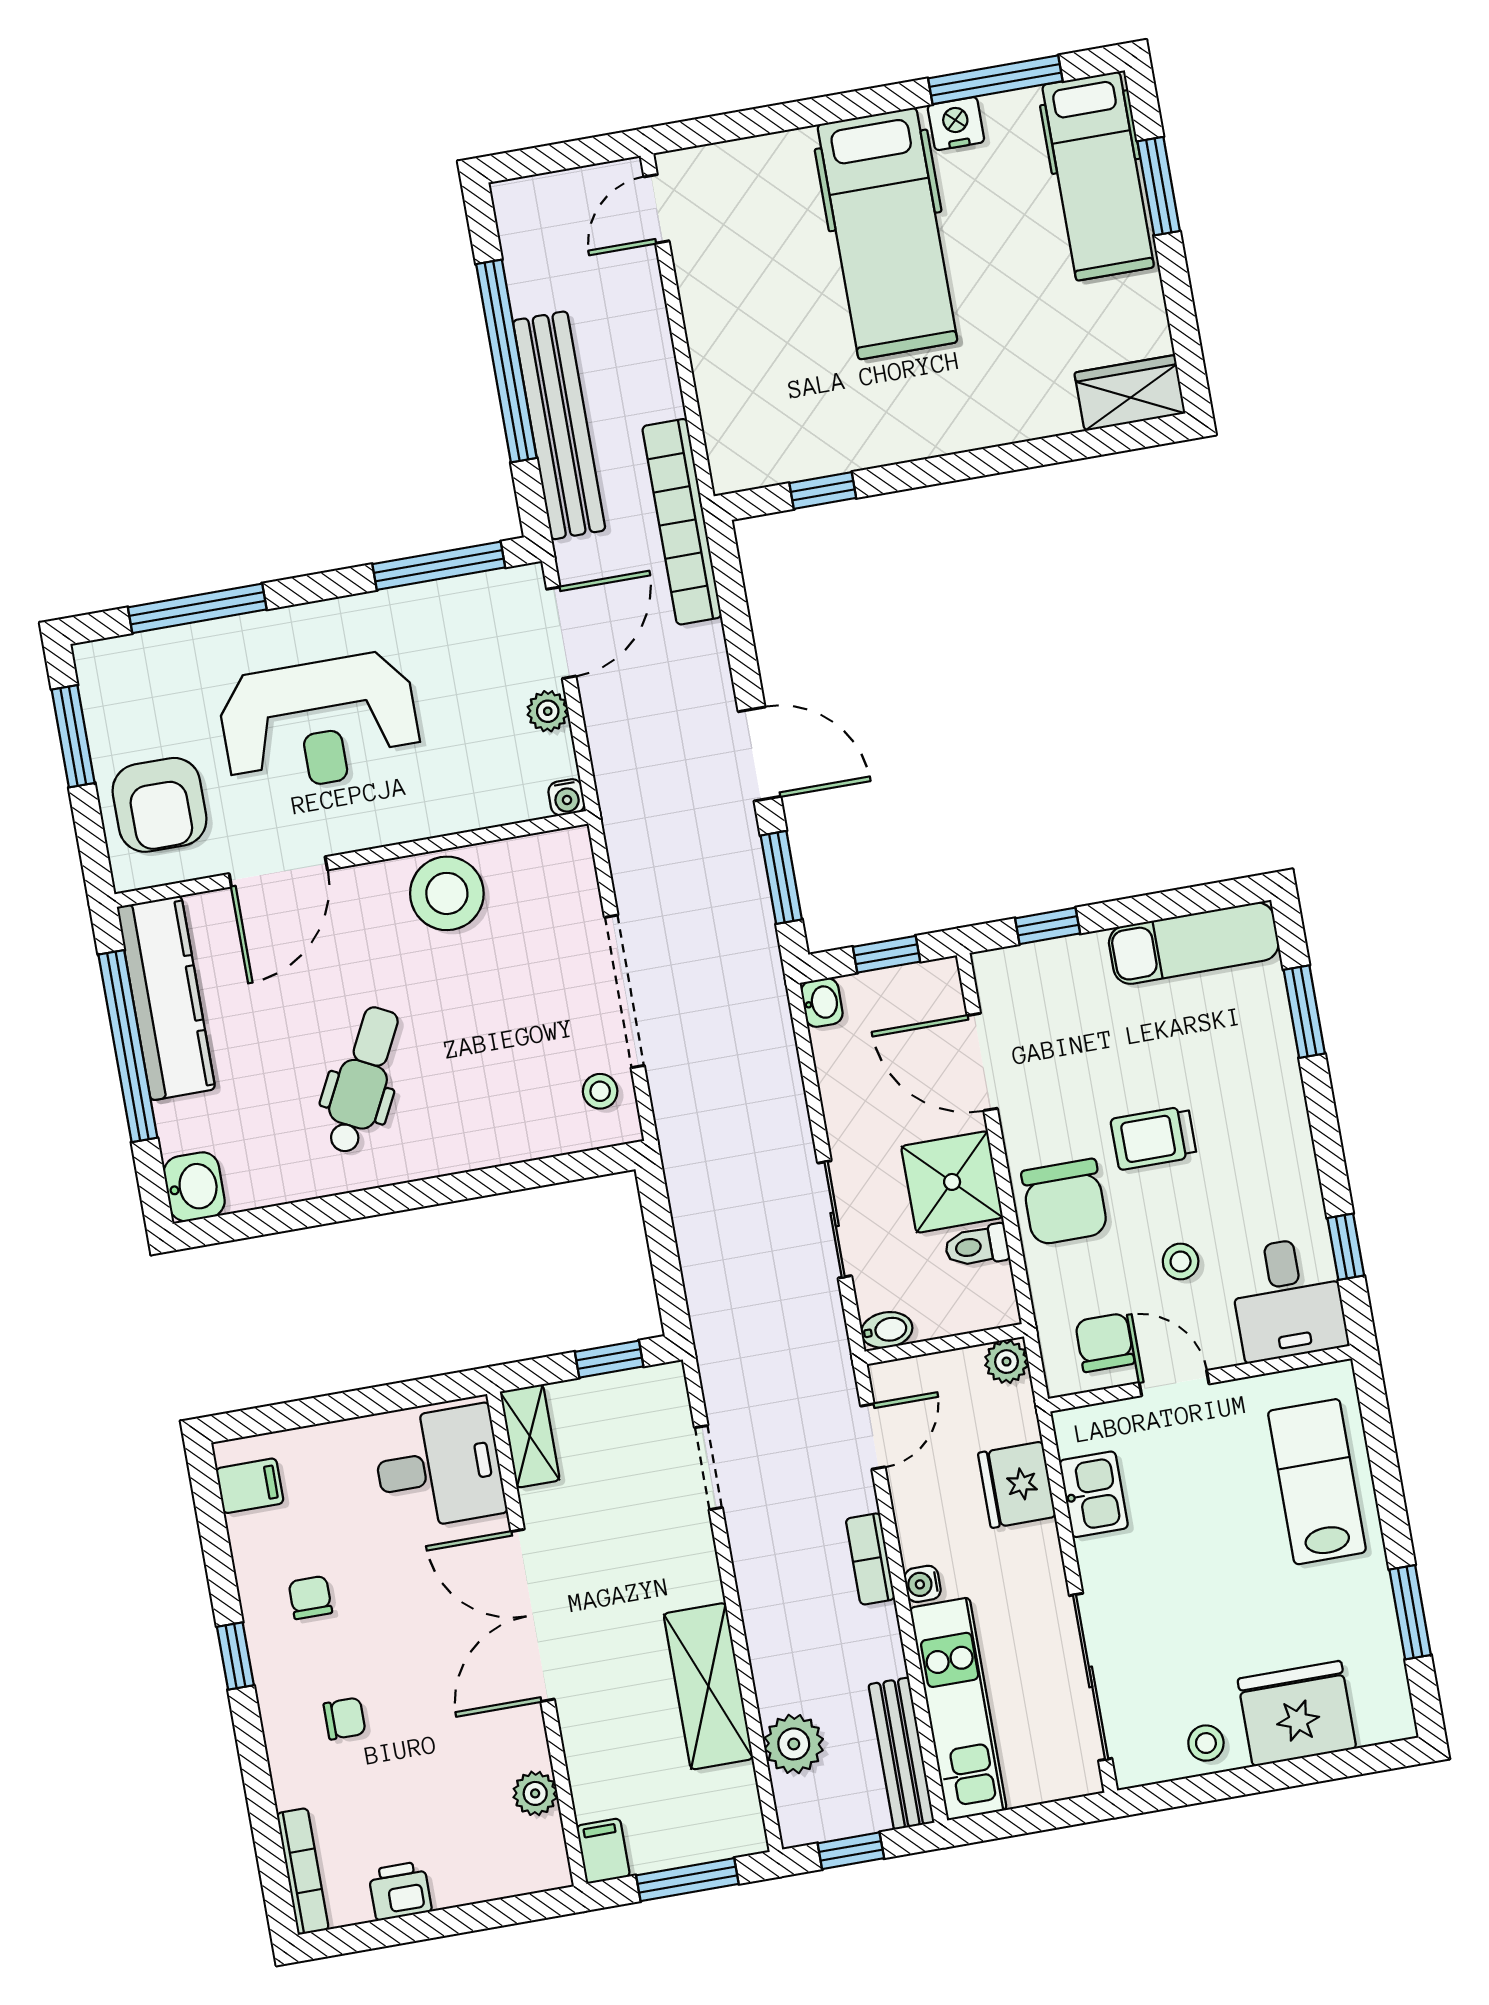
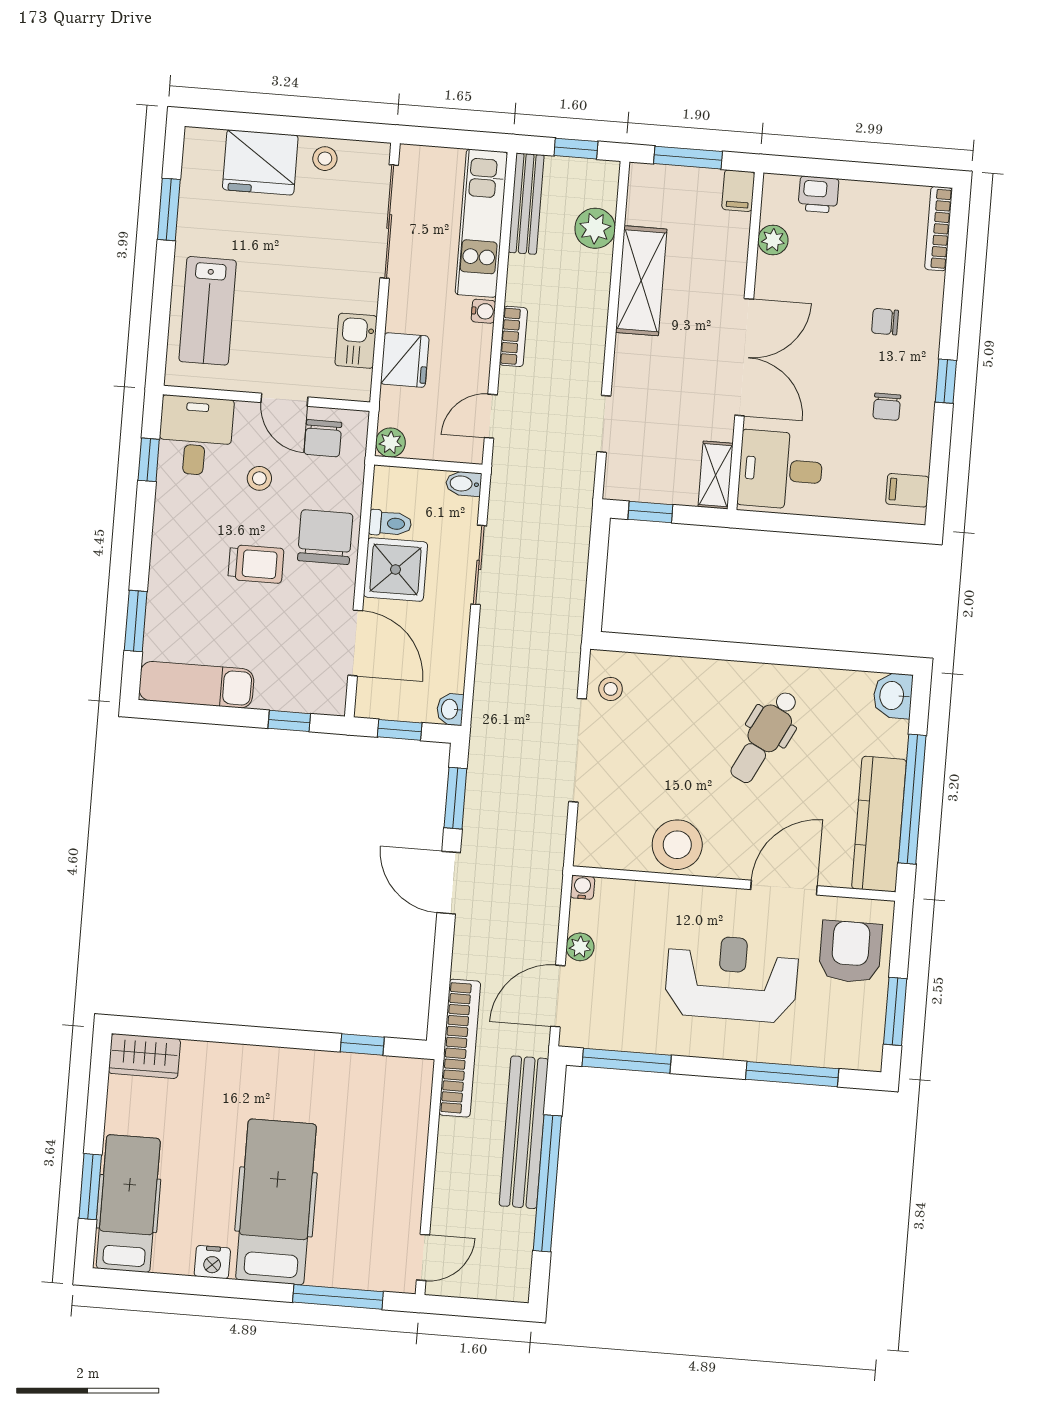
window: (995, 80) -> (338, 1297), moved
printer: (400, 1891) -> (818, 195), moved

